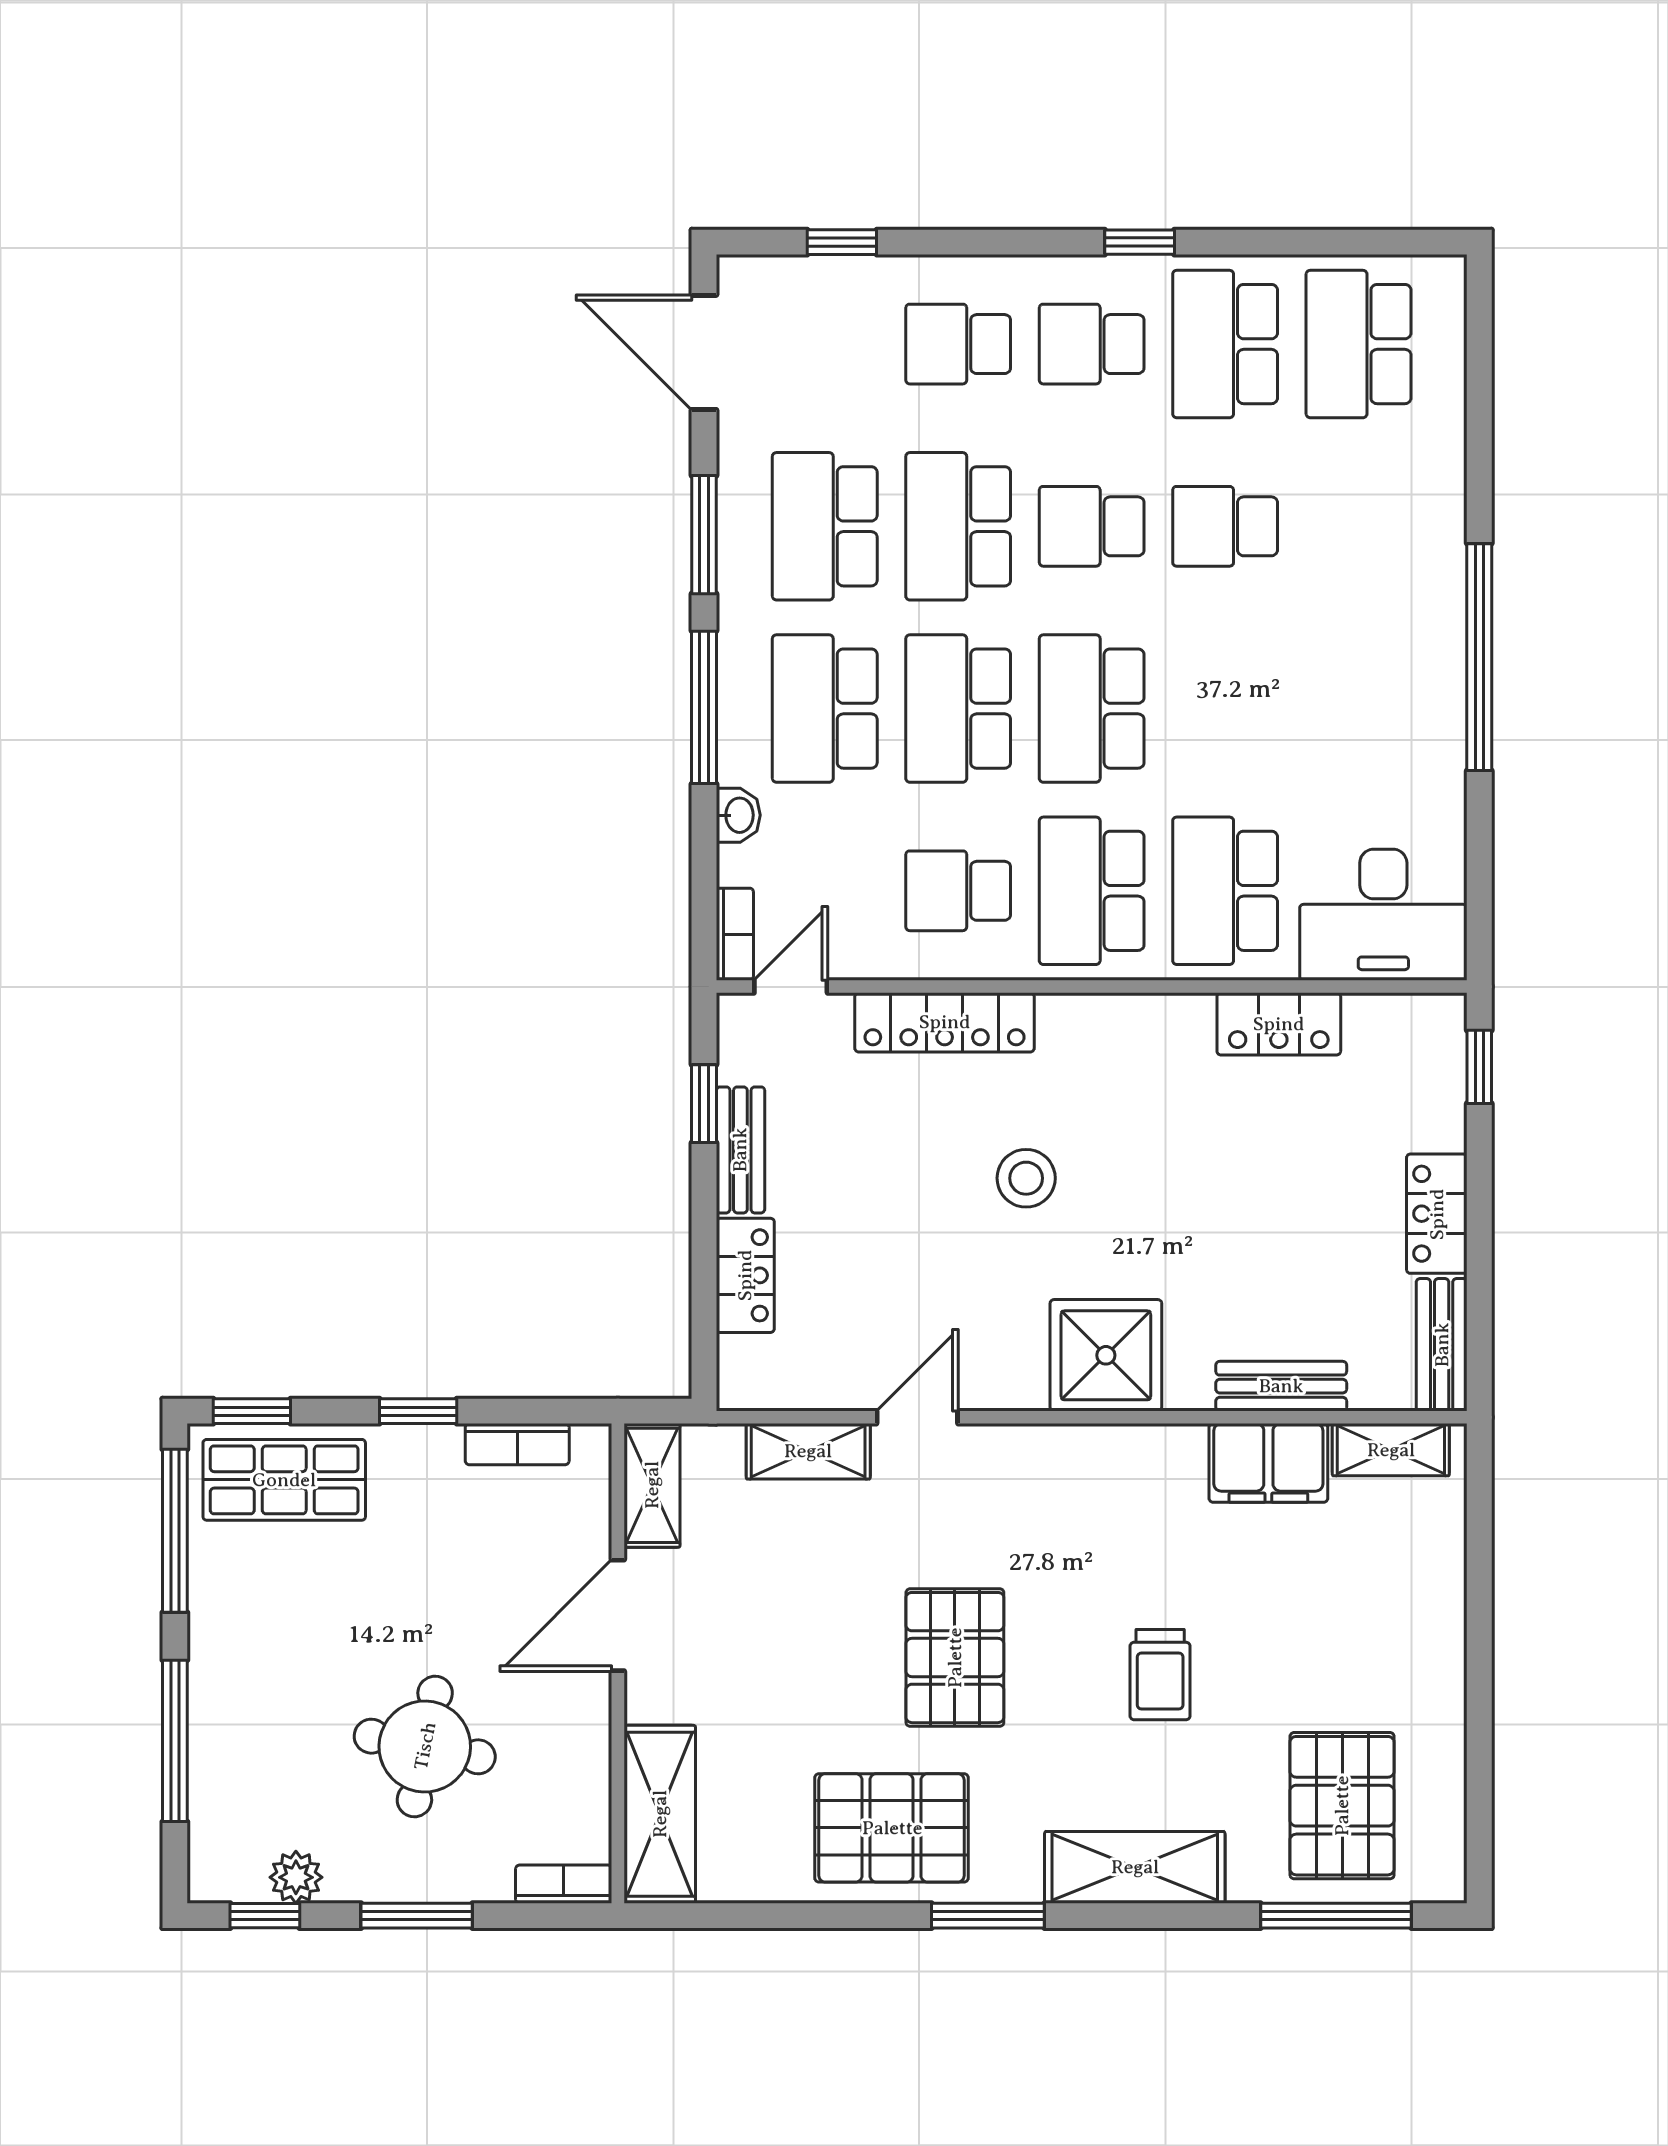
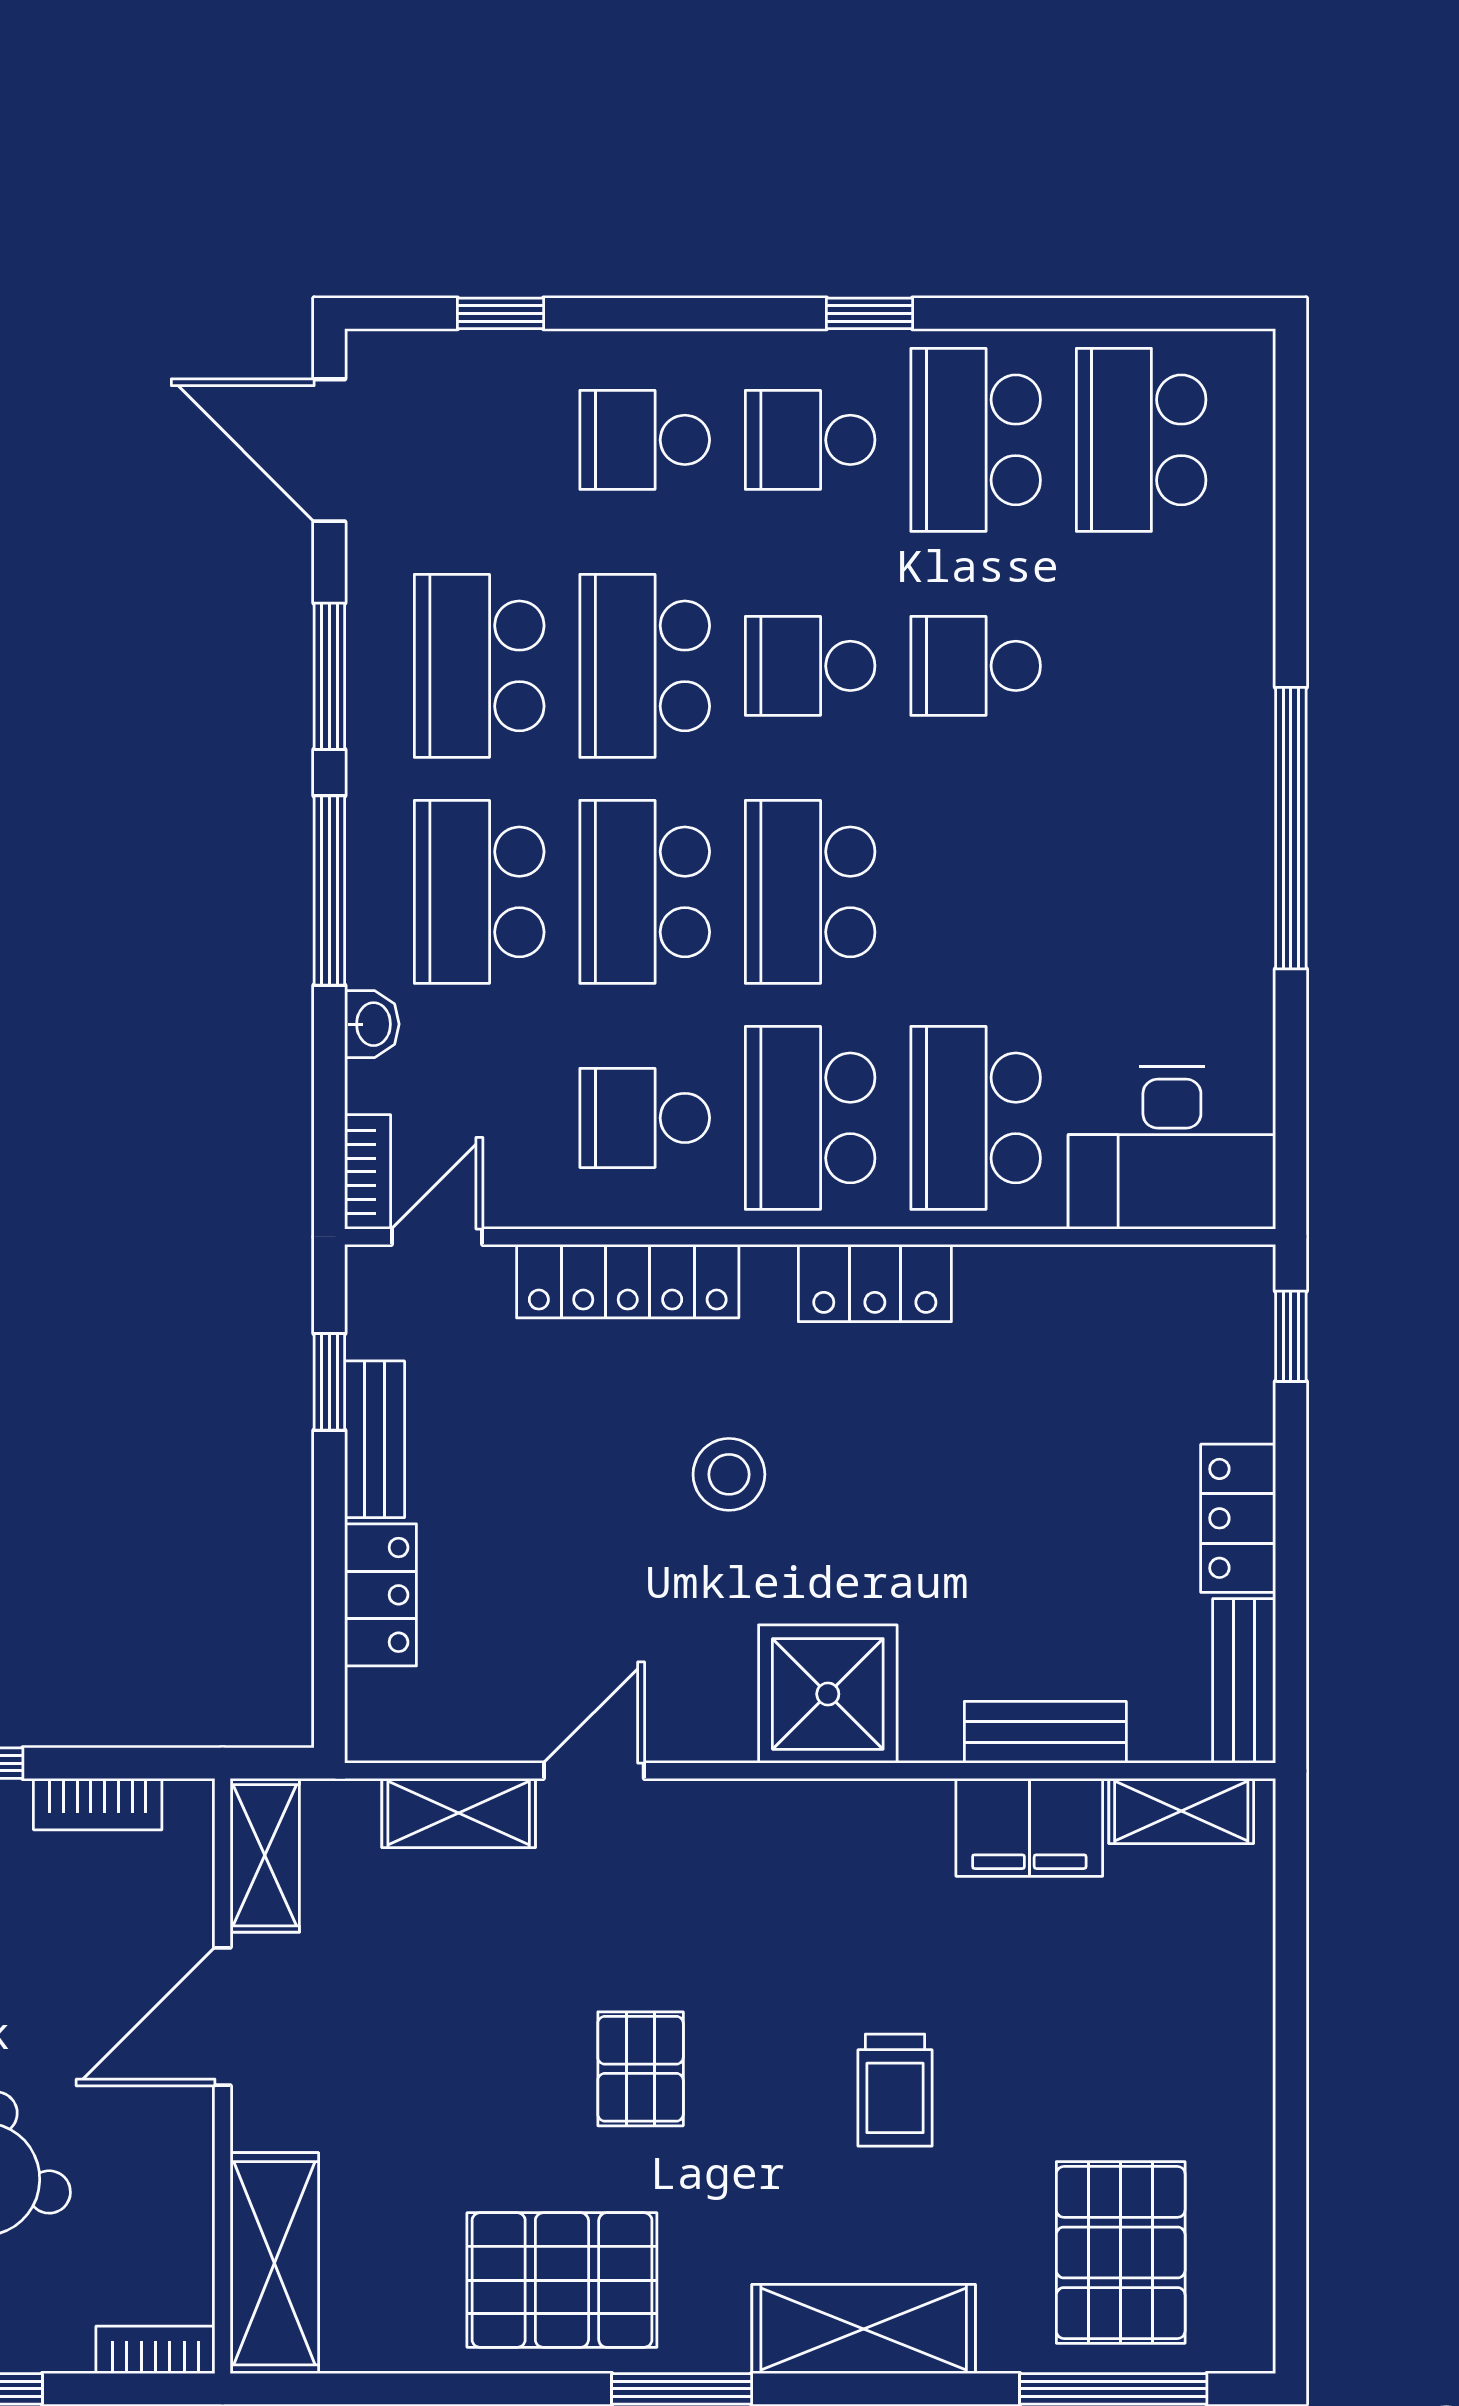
locker: (1279, 1024) -> (875, 1283), moved
pallet: (955, 1658) -> (641, 2069), width x0.67, depth x0.71

